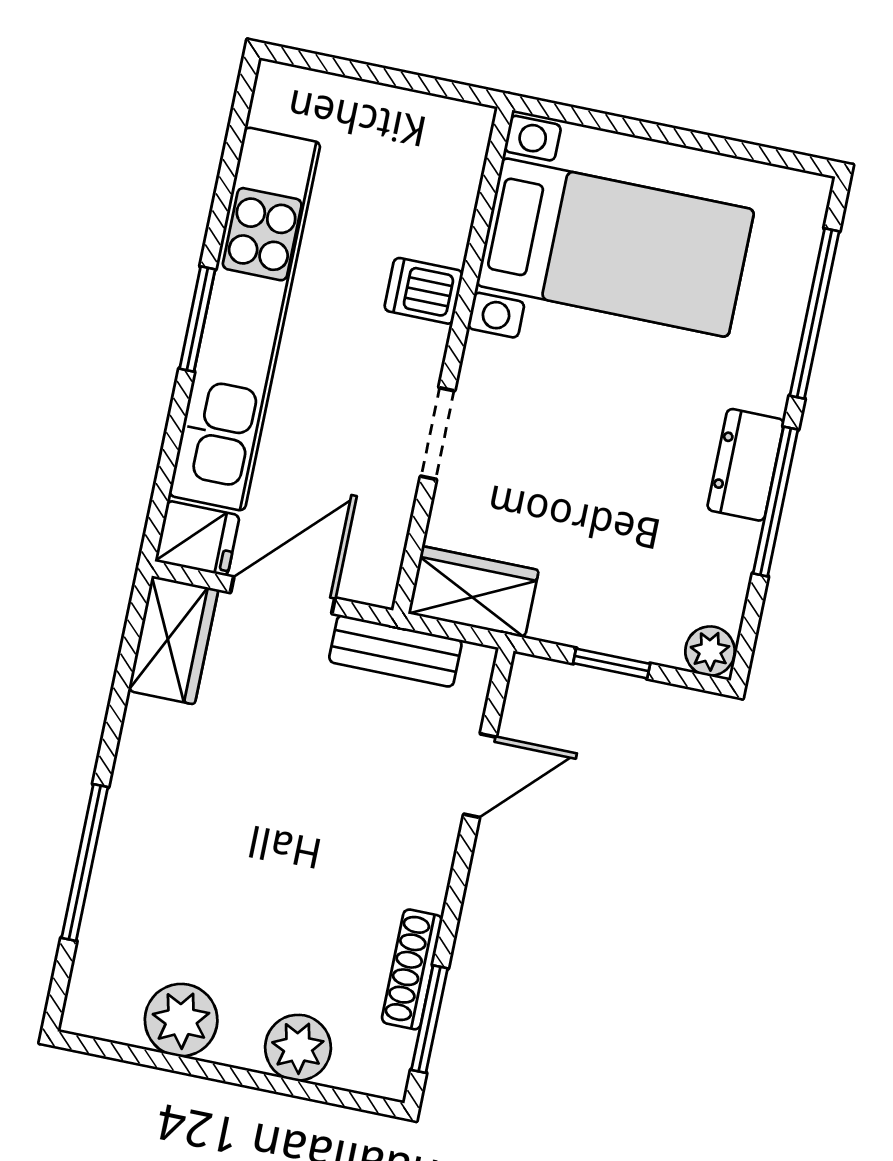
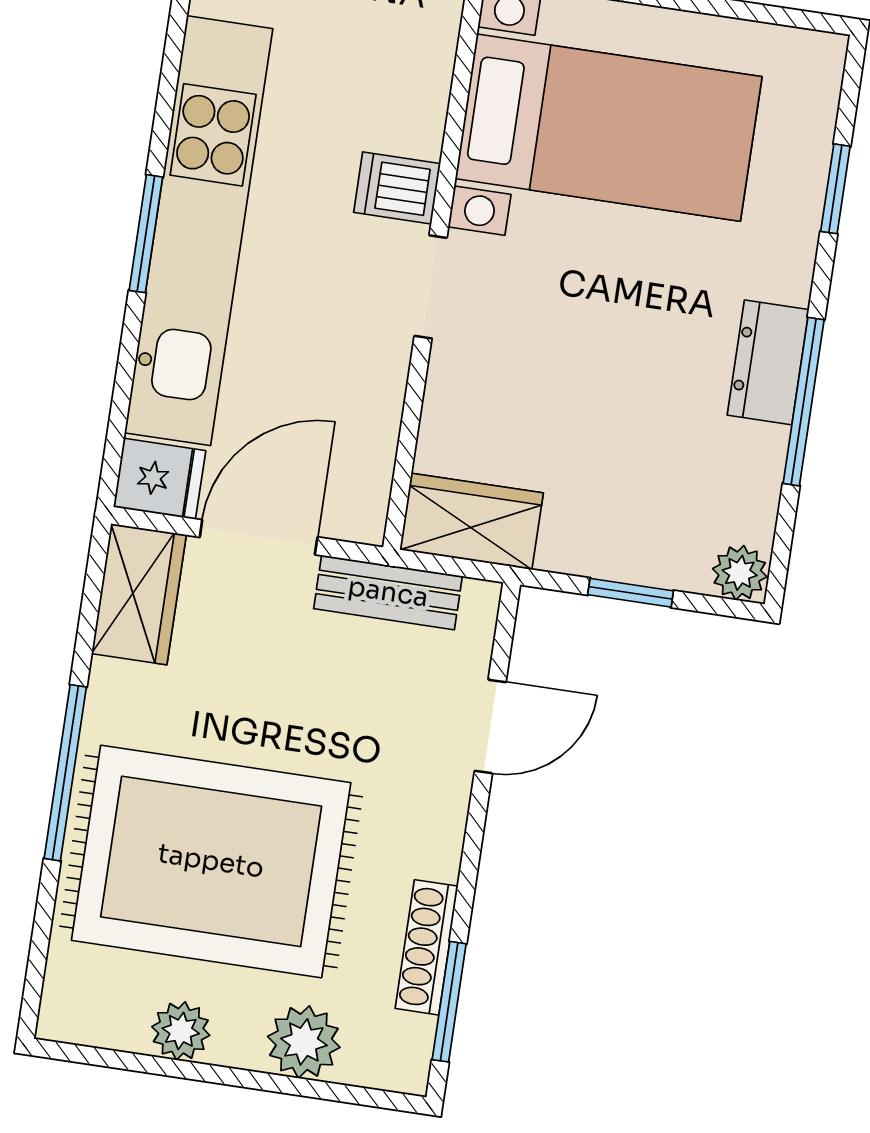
window: (815, 313) -> (835, 189), width x0.46
doorway: (438, 434) -> (431, 287), moved
window: (85, 863) -> (65, 773), moved
rug: (224, 882) -> (211, 861), added
plant: (181, 1020) -> (181, 1031), width x0.73, depth x0.73

